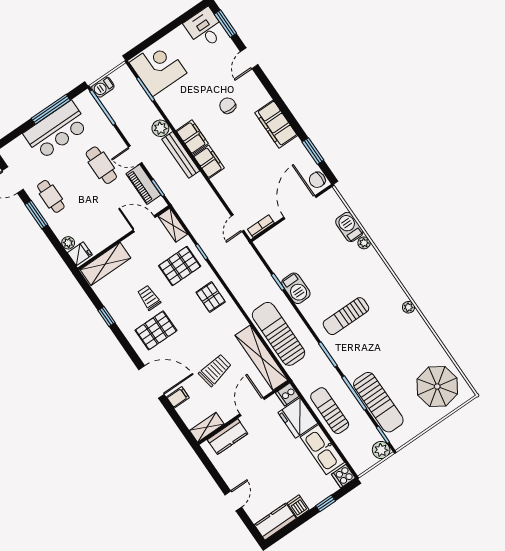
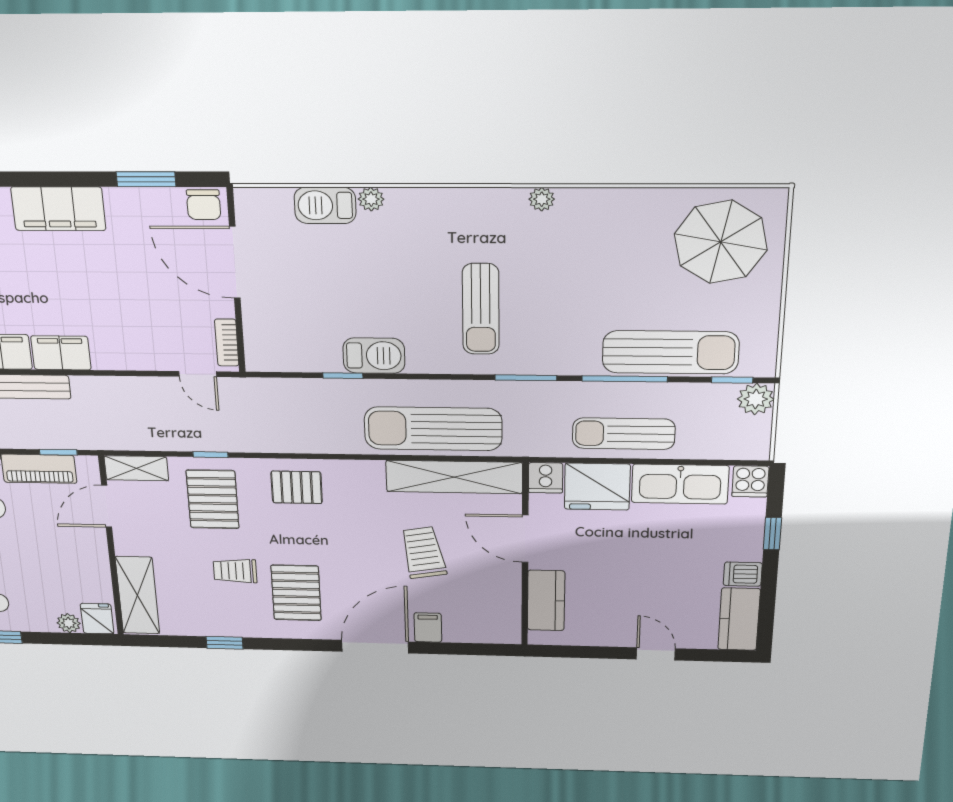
shelving: (207, 427) -> (507, 618), removed

